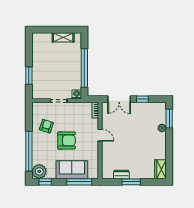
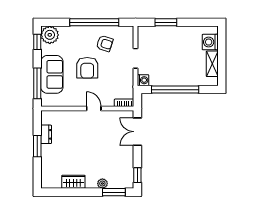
washing machine: (45, 39) -> (210, 42), added
window: (142, 99) -> (137, 175), moved
door: (100, 135) -> (94, 108), swing flipped
window: (29, 151) -> (94, 22), moved
wardrobe: (161, 169) -> (73, 182), moved

